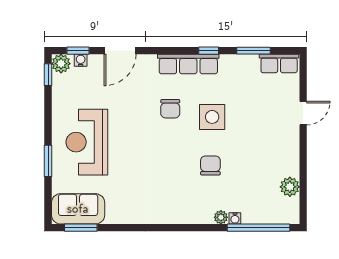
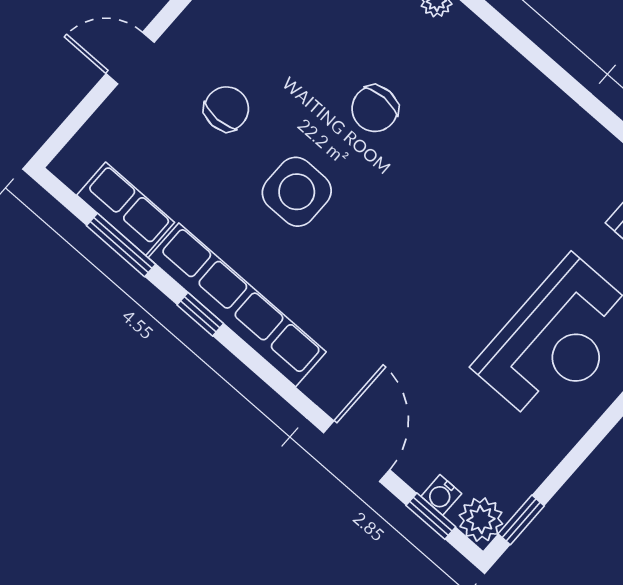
door: (120, 51) -> (357, 451), hinge flipped
row of seats: (279, 63) -> (126, 209), moved
row of seats: (188, 64) -> (237, 305), width x1.36
chair: (170, 109) -> (226, 109), moved

